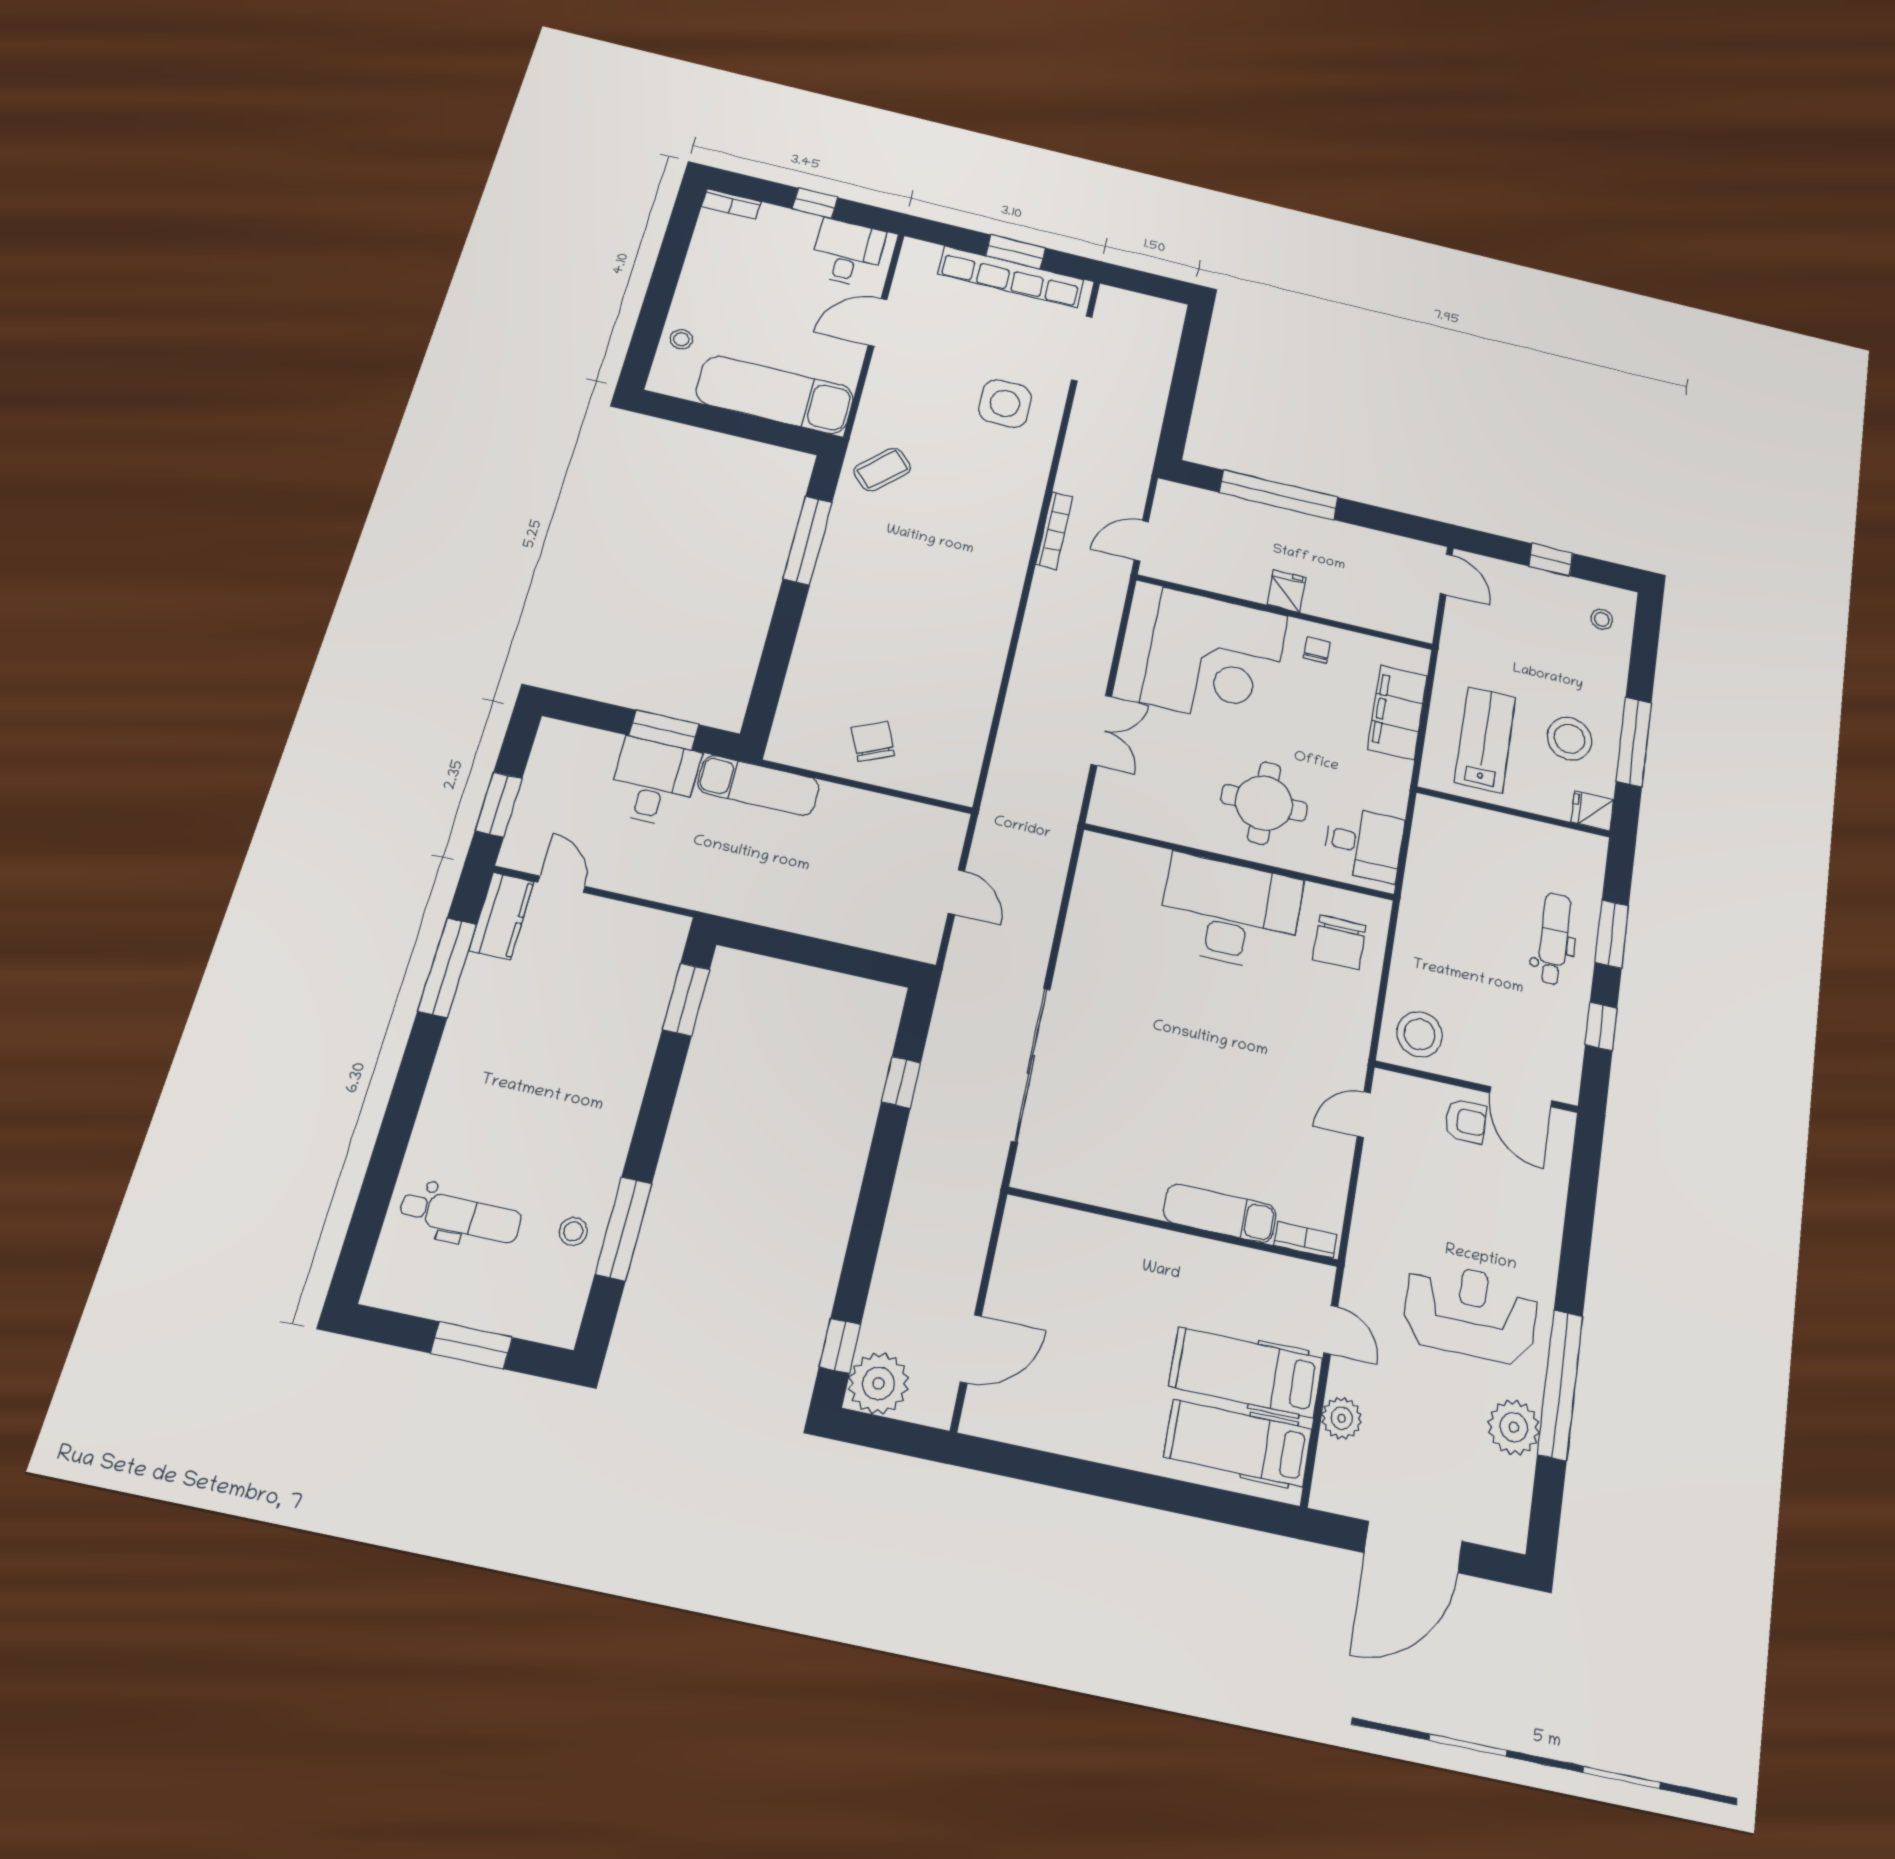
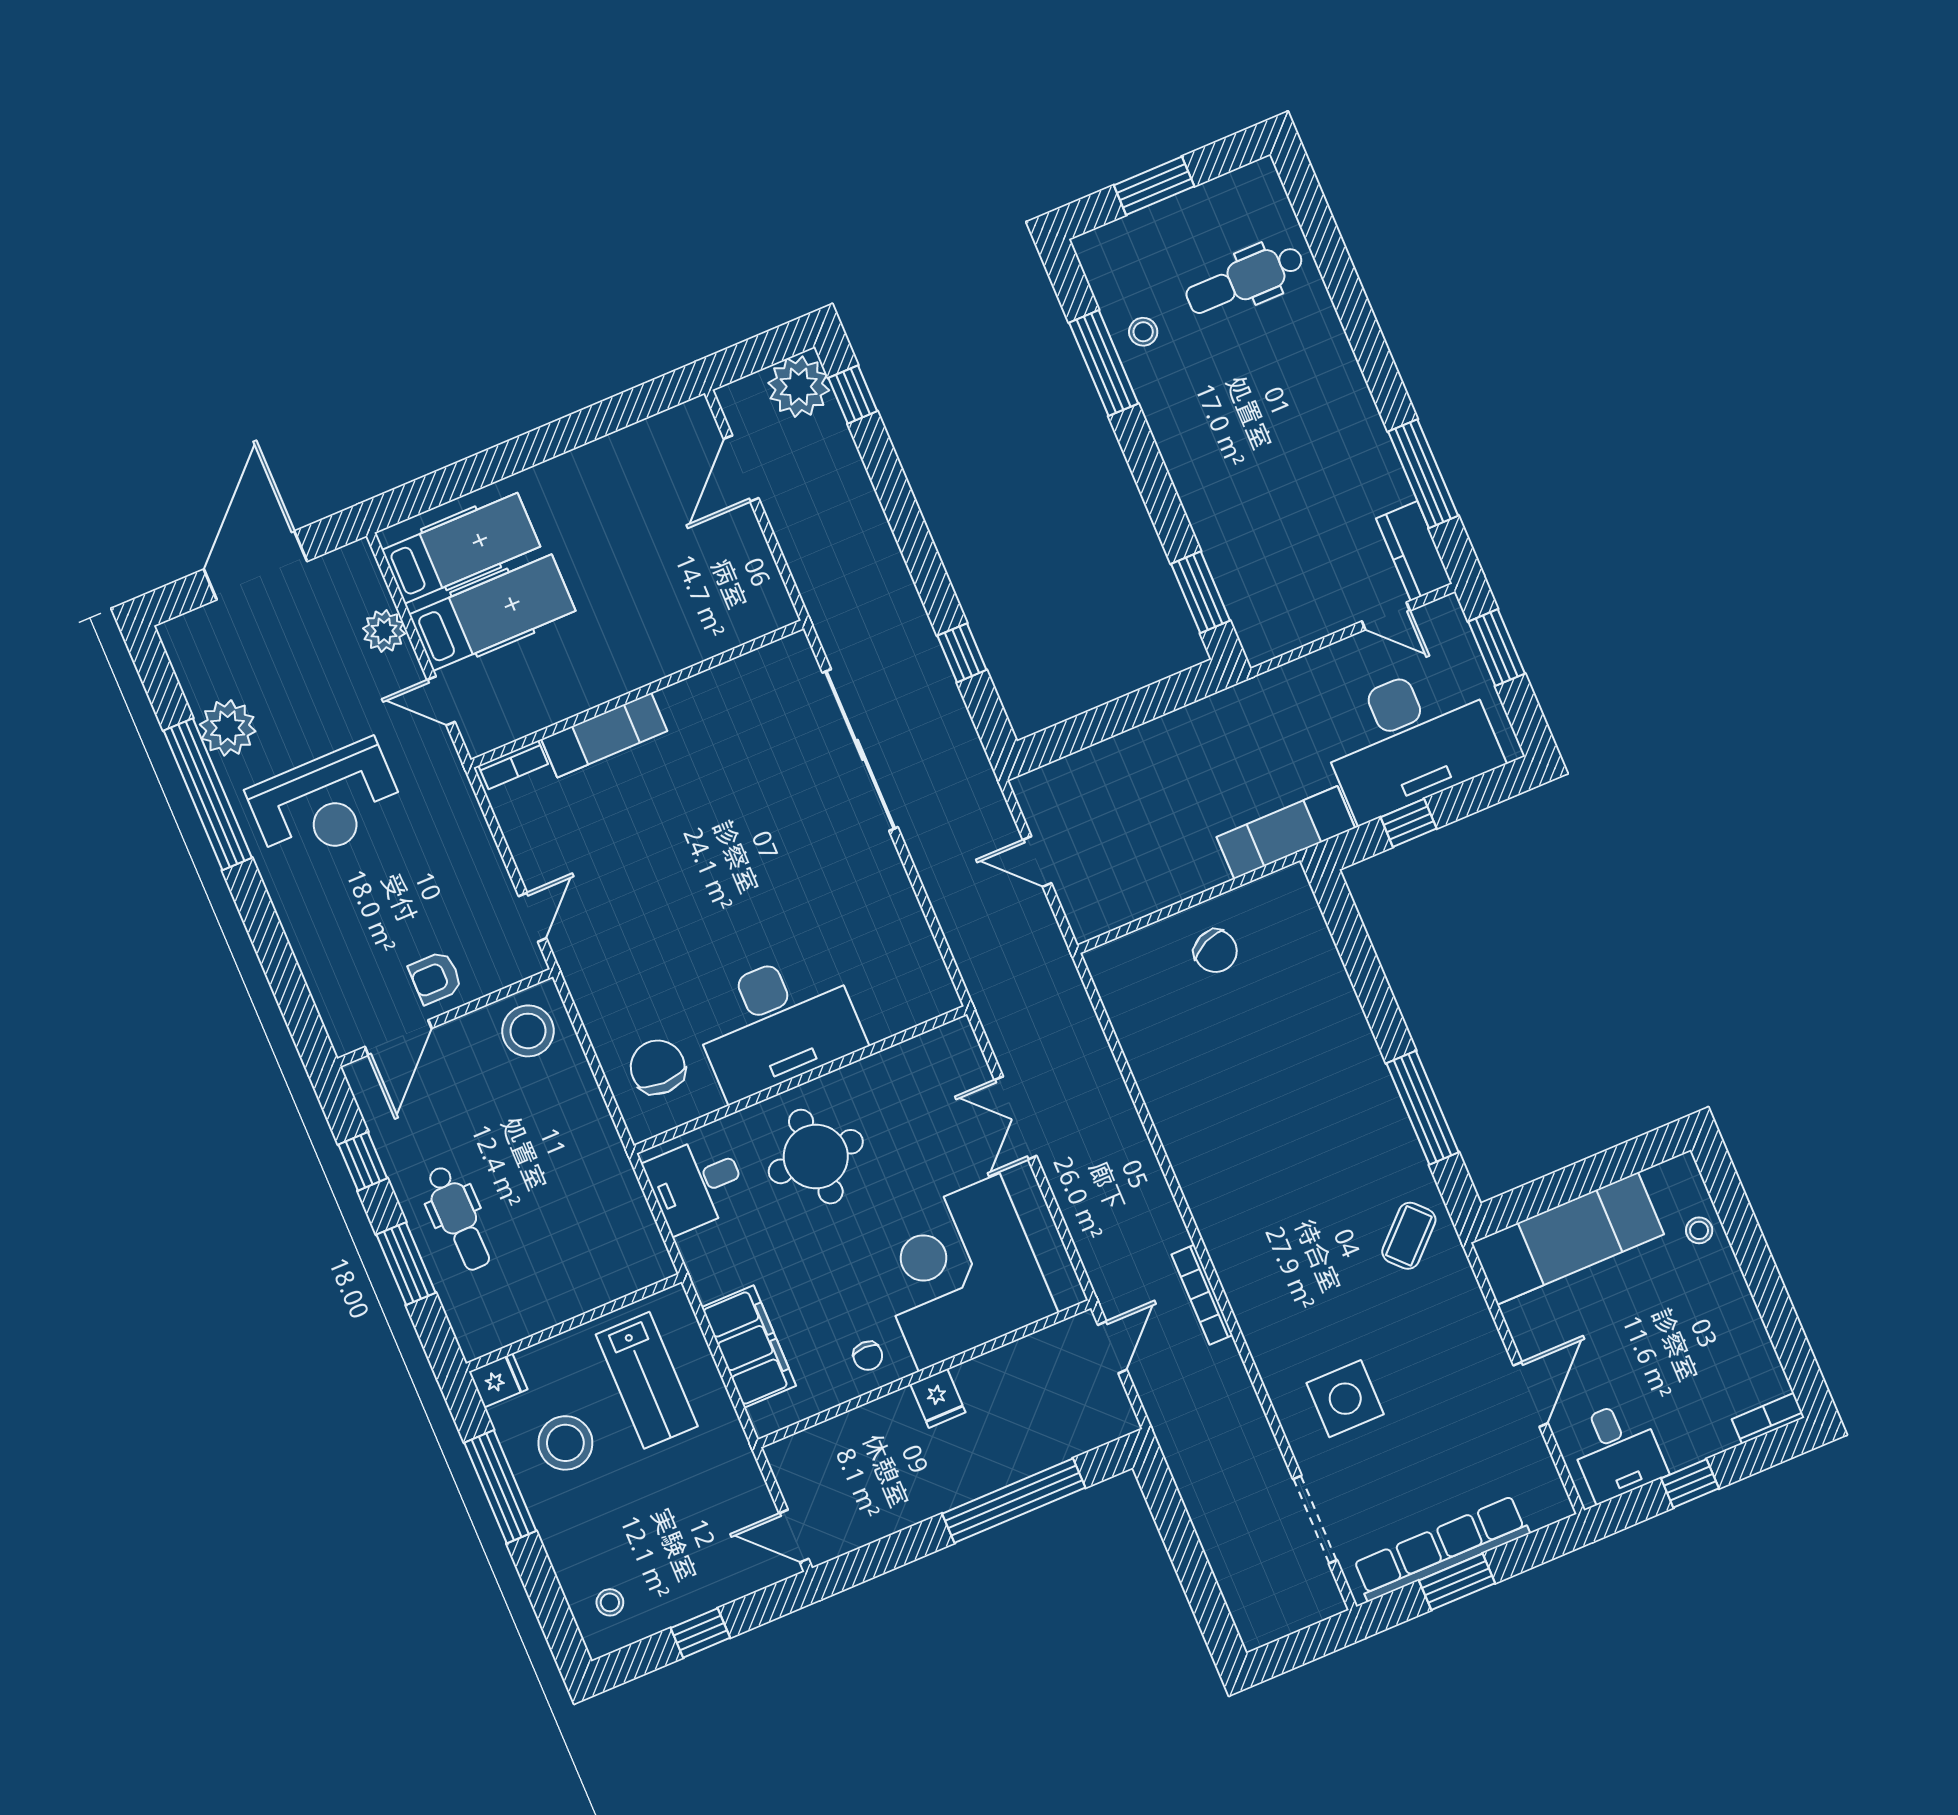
window: (664, 730) -> (1409, 823), width x0.67
desk: (654, 782) -> (1409, 740), width x1.87, depth x1.30
door: (1521, 1097) -> (398, 1038), swing flipped

